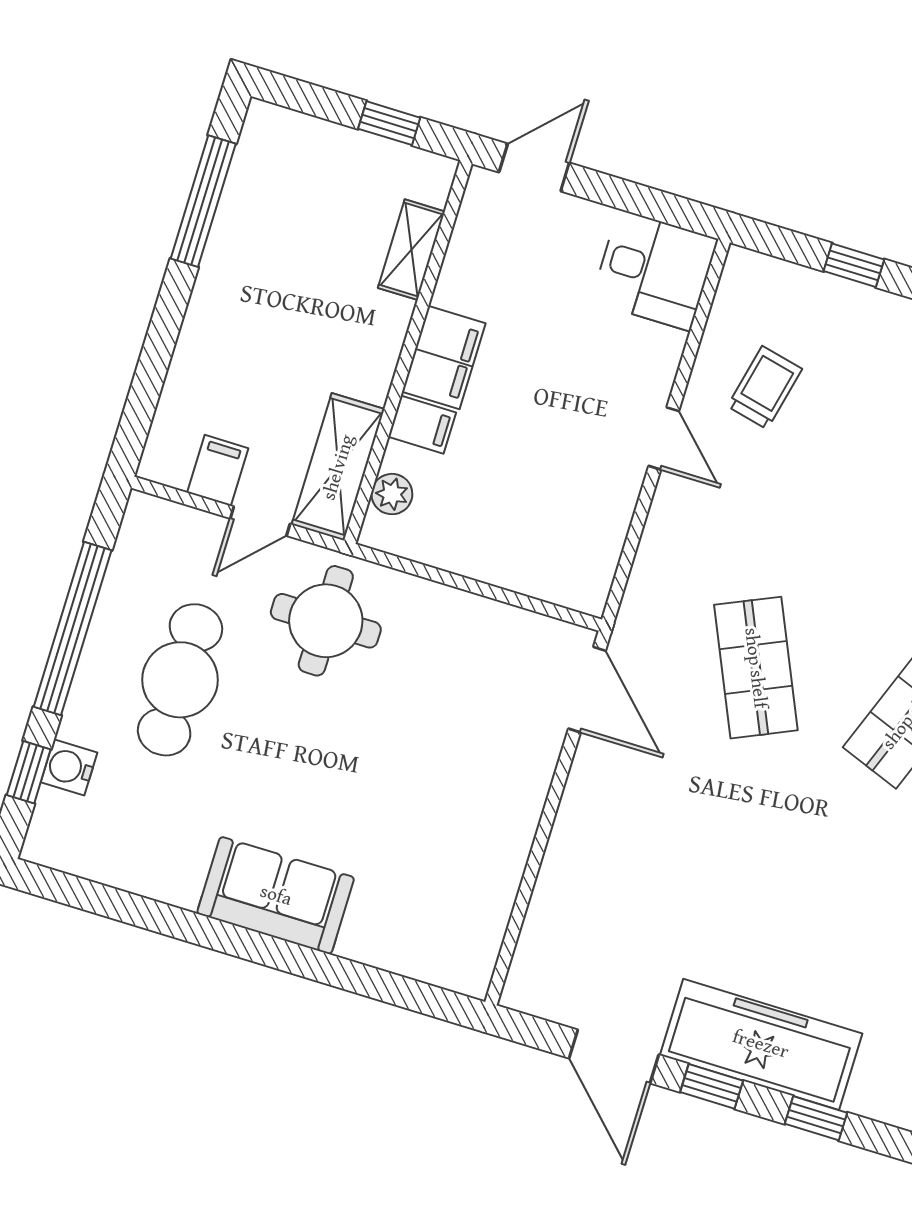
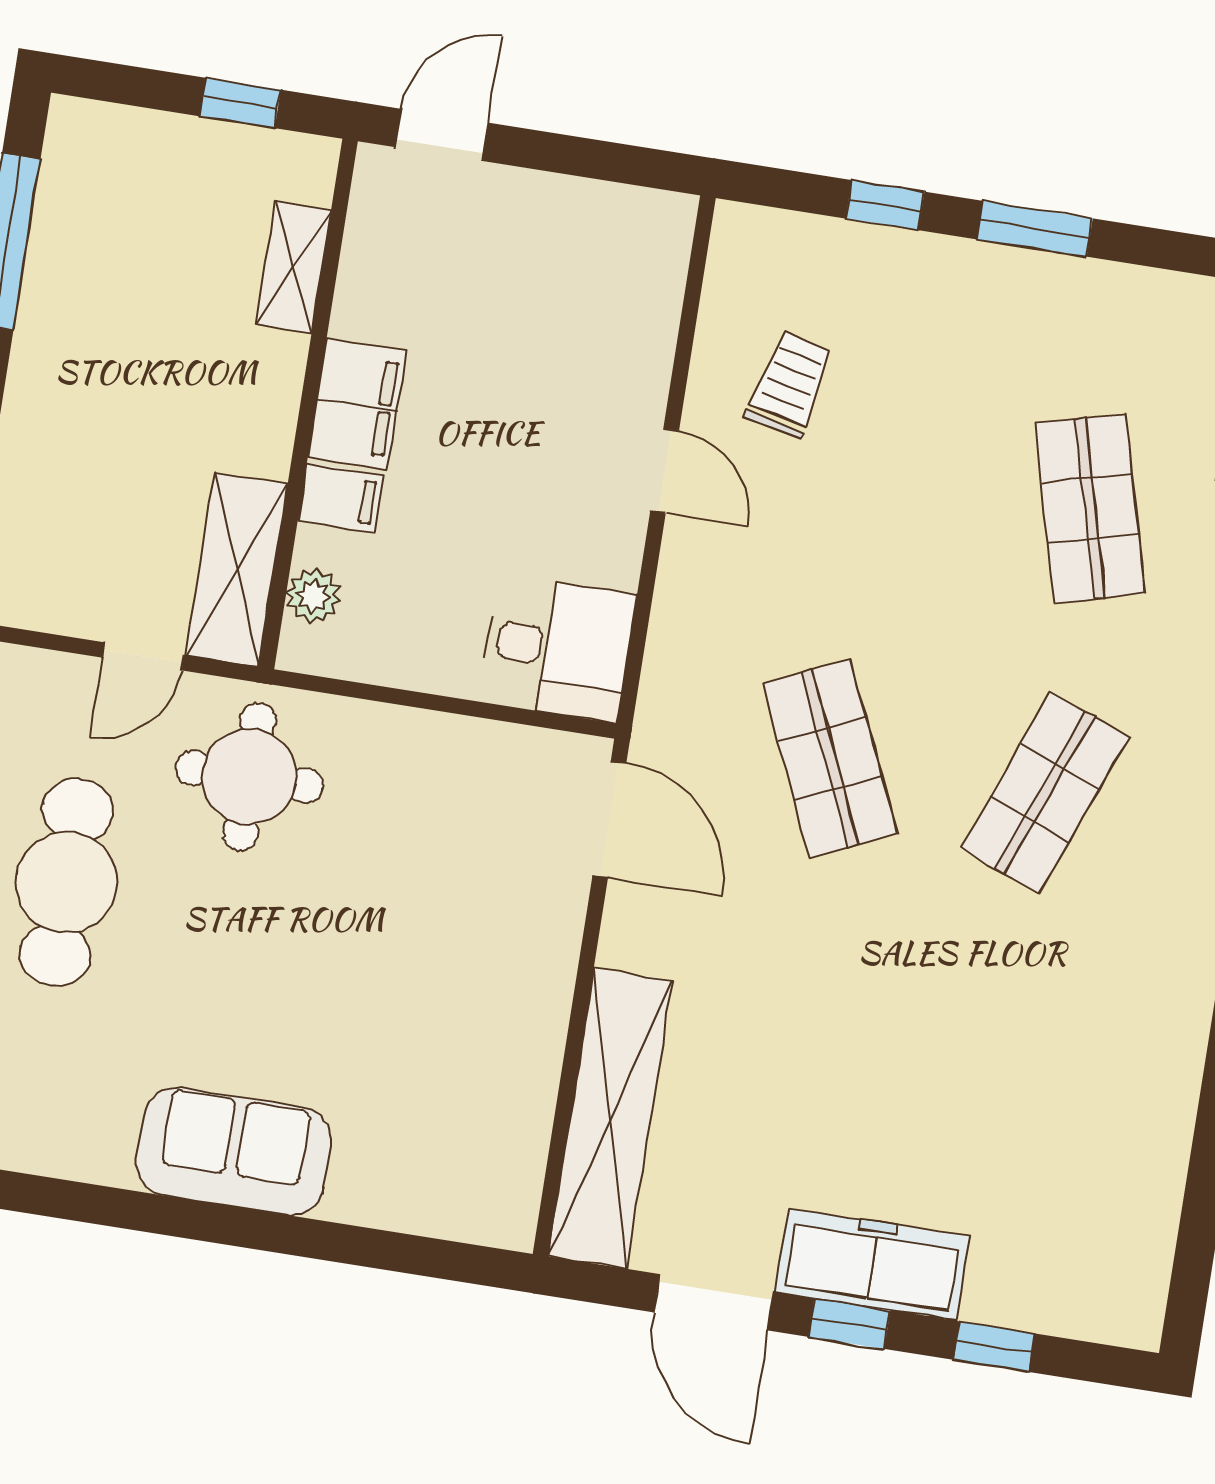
desk: (654, 270) -> (557, 648), moved
filing cabinet: (218, 470) -> (77, 597), removed
shelving: (557, 910) -> (610, 1118), added
freezer: (761, 1044) -> (872, 1264), width x0.73, depth x0.79

